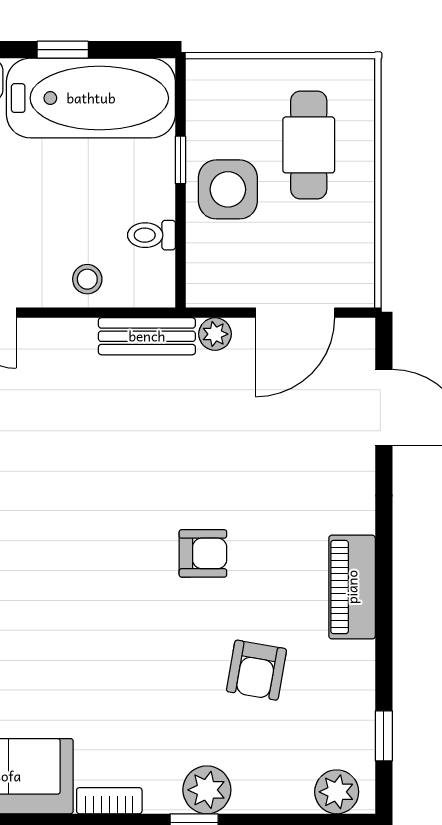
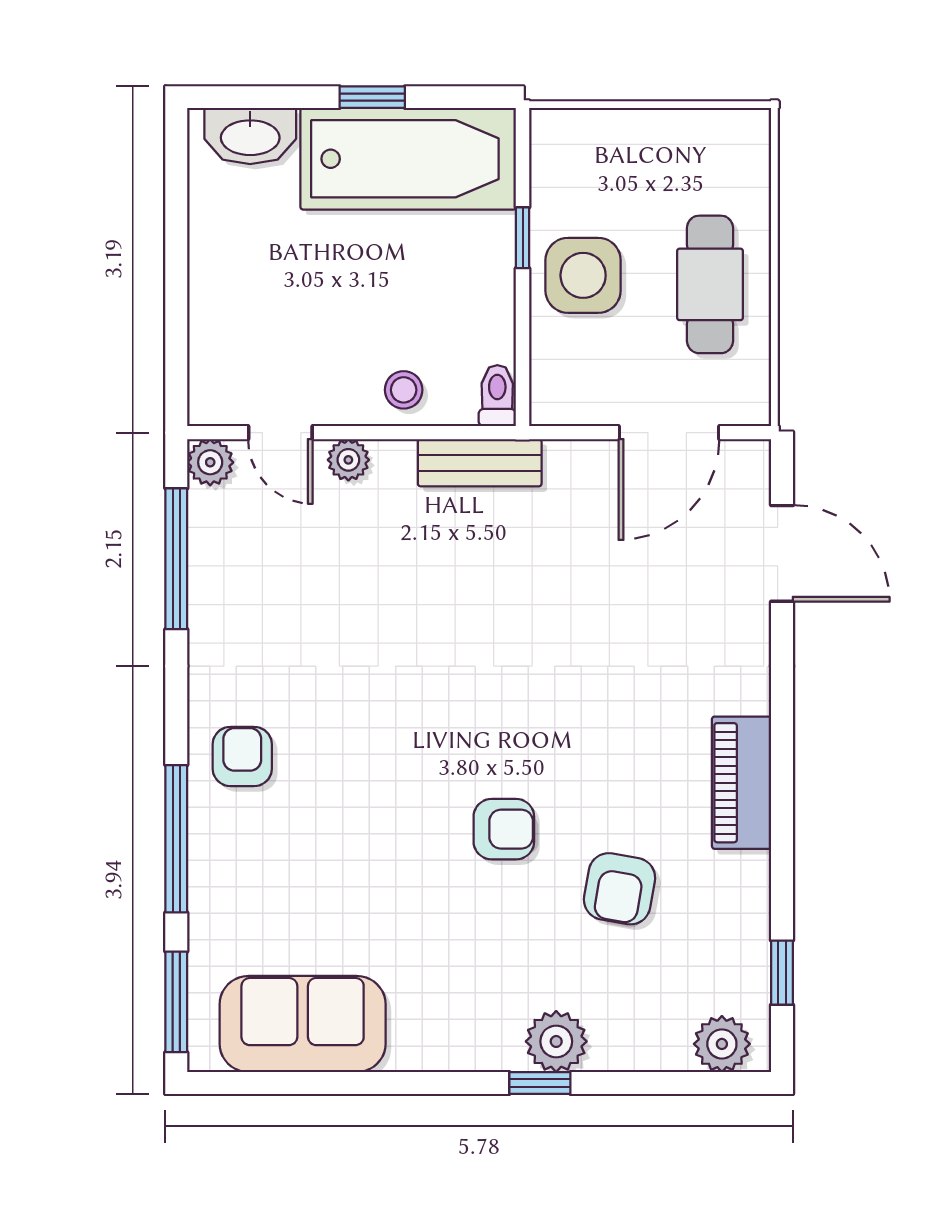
cafe table: (309, 145) -> (710, 284), moved
toilet: (151, 235) -> (497, 396), moved, turned 90
plant: (215, 334) -> (348, 460), moved
armchair: (203, 553) -> (504, 829), moved
bookcase: (109, 801) -> (432, 1055), removed

